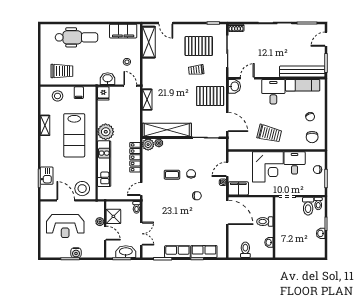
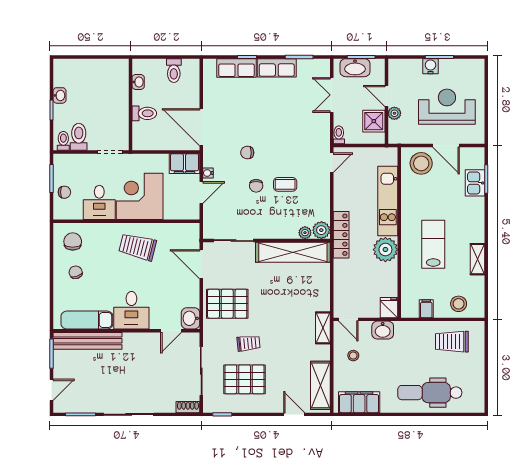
shelving: (147, 100) -> (323, 328), moved
lab bench: (74, 135) -> (433, 244), width x0.73, depth x0.72
locker: (135, 157) -> (341, 235), moved

